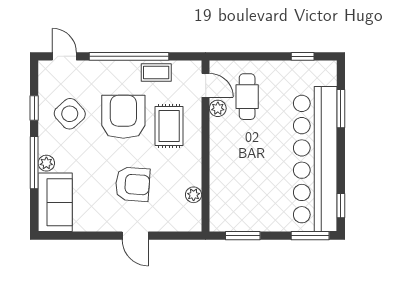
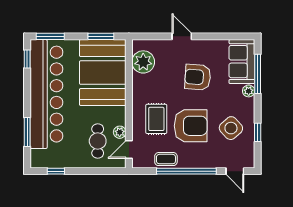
door: (206, 85) -> (129, 150), hinge flipped
armchair: (123, 117) -> (191, 126), turned -90
window: (34, 163) -> (258, 74), moved
armchair: (133, 184) -> (198, 77), moved
booth: (240, 188) -> (103, 73), added
plant: (194, 195) -> (143, 62), width x1.88, depth x1.88

